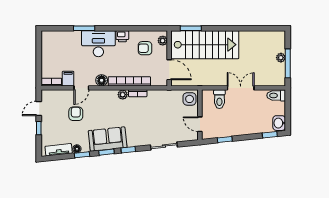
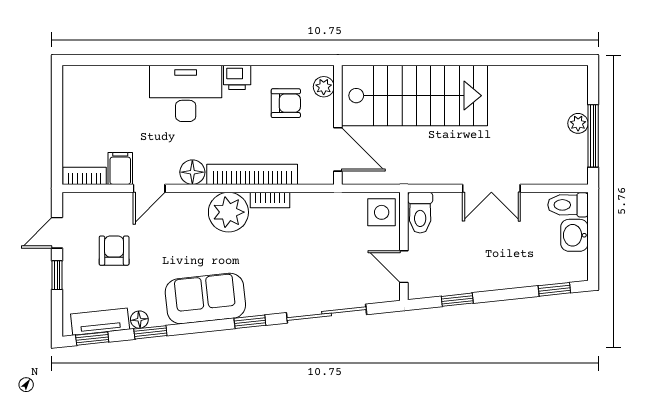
window: (84, 28) -> (155, 60), removed
window: (191, 28) -> (384, 60), removed
armchair: (145, 48) -> (286, 103), turned 180
double door: (241, 88) -> (491, 188), swing flipped
plant: (123, 95) -> (228, 212), width x1.88, depth x1.88
toilet: (219, 99) -> (420, 213), moved
armchair: (76, 114) -> (114, 251), moved
washbasin: (279, 123) -> (574, 235), moved
sliding door: (164, 146) -> (327, 314), width x1.37
window: (106, 152) -> (92, 339), moved

